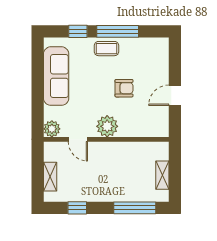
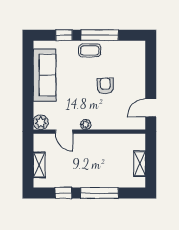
armchair: (124, 88) -> (105, 86), turned -90
door: (175, 95) -> (151, 108), moved
plant: (107, 126) -> (86, 124), width x0.53, depth x0.53
window: (135, 208) -> (100, 193), moved

